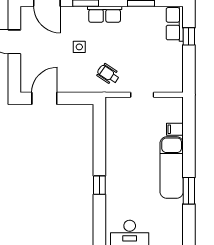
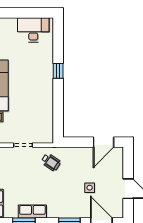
row of seats: (105, 14) -> (32, 212), moved
side table: (79, 47) -> (90, 188), moved

